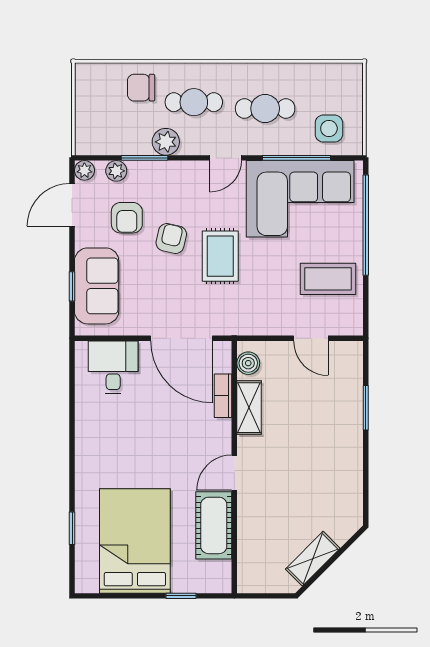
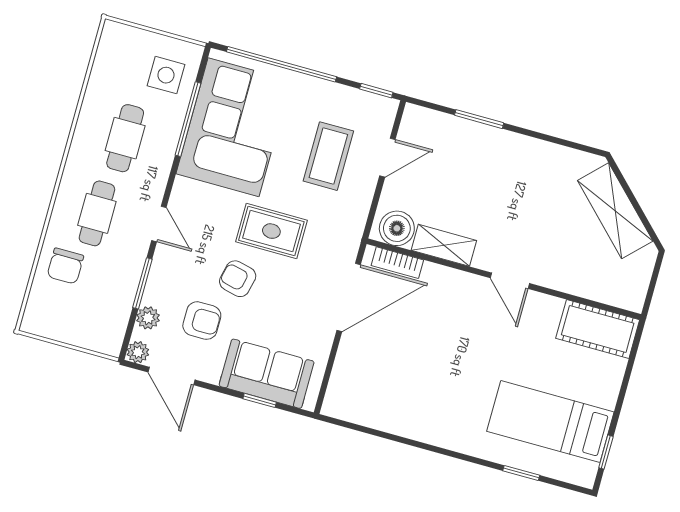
plant: (166, 142) -> (131, 256), removed
door: (226, 158) -> (159, 224), moved
coffee table: (328, 279) -> (328, 156), moved
window: (366, 313) -> (376, 91), added
boiler: (248, 363) -> (397, 228), width x1.36, depth x1.36
desk: (113, 367) -> (360, 380), removed
bookcase: (223, 396) -> (397, 263), moved
cot: (214, 525) -> (598, 329), moved
bed: (135, 541) -> (550, 422), width x0.67
shelving: (313, 559) -> (615, 211), width x1.50, depth x1.33
window: (181, 596) -> (606, 452), moved

